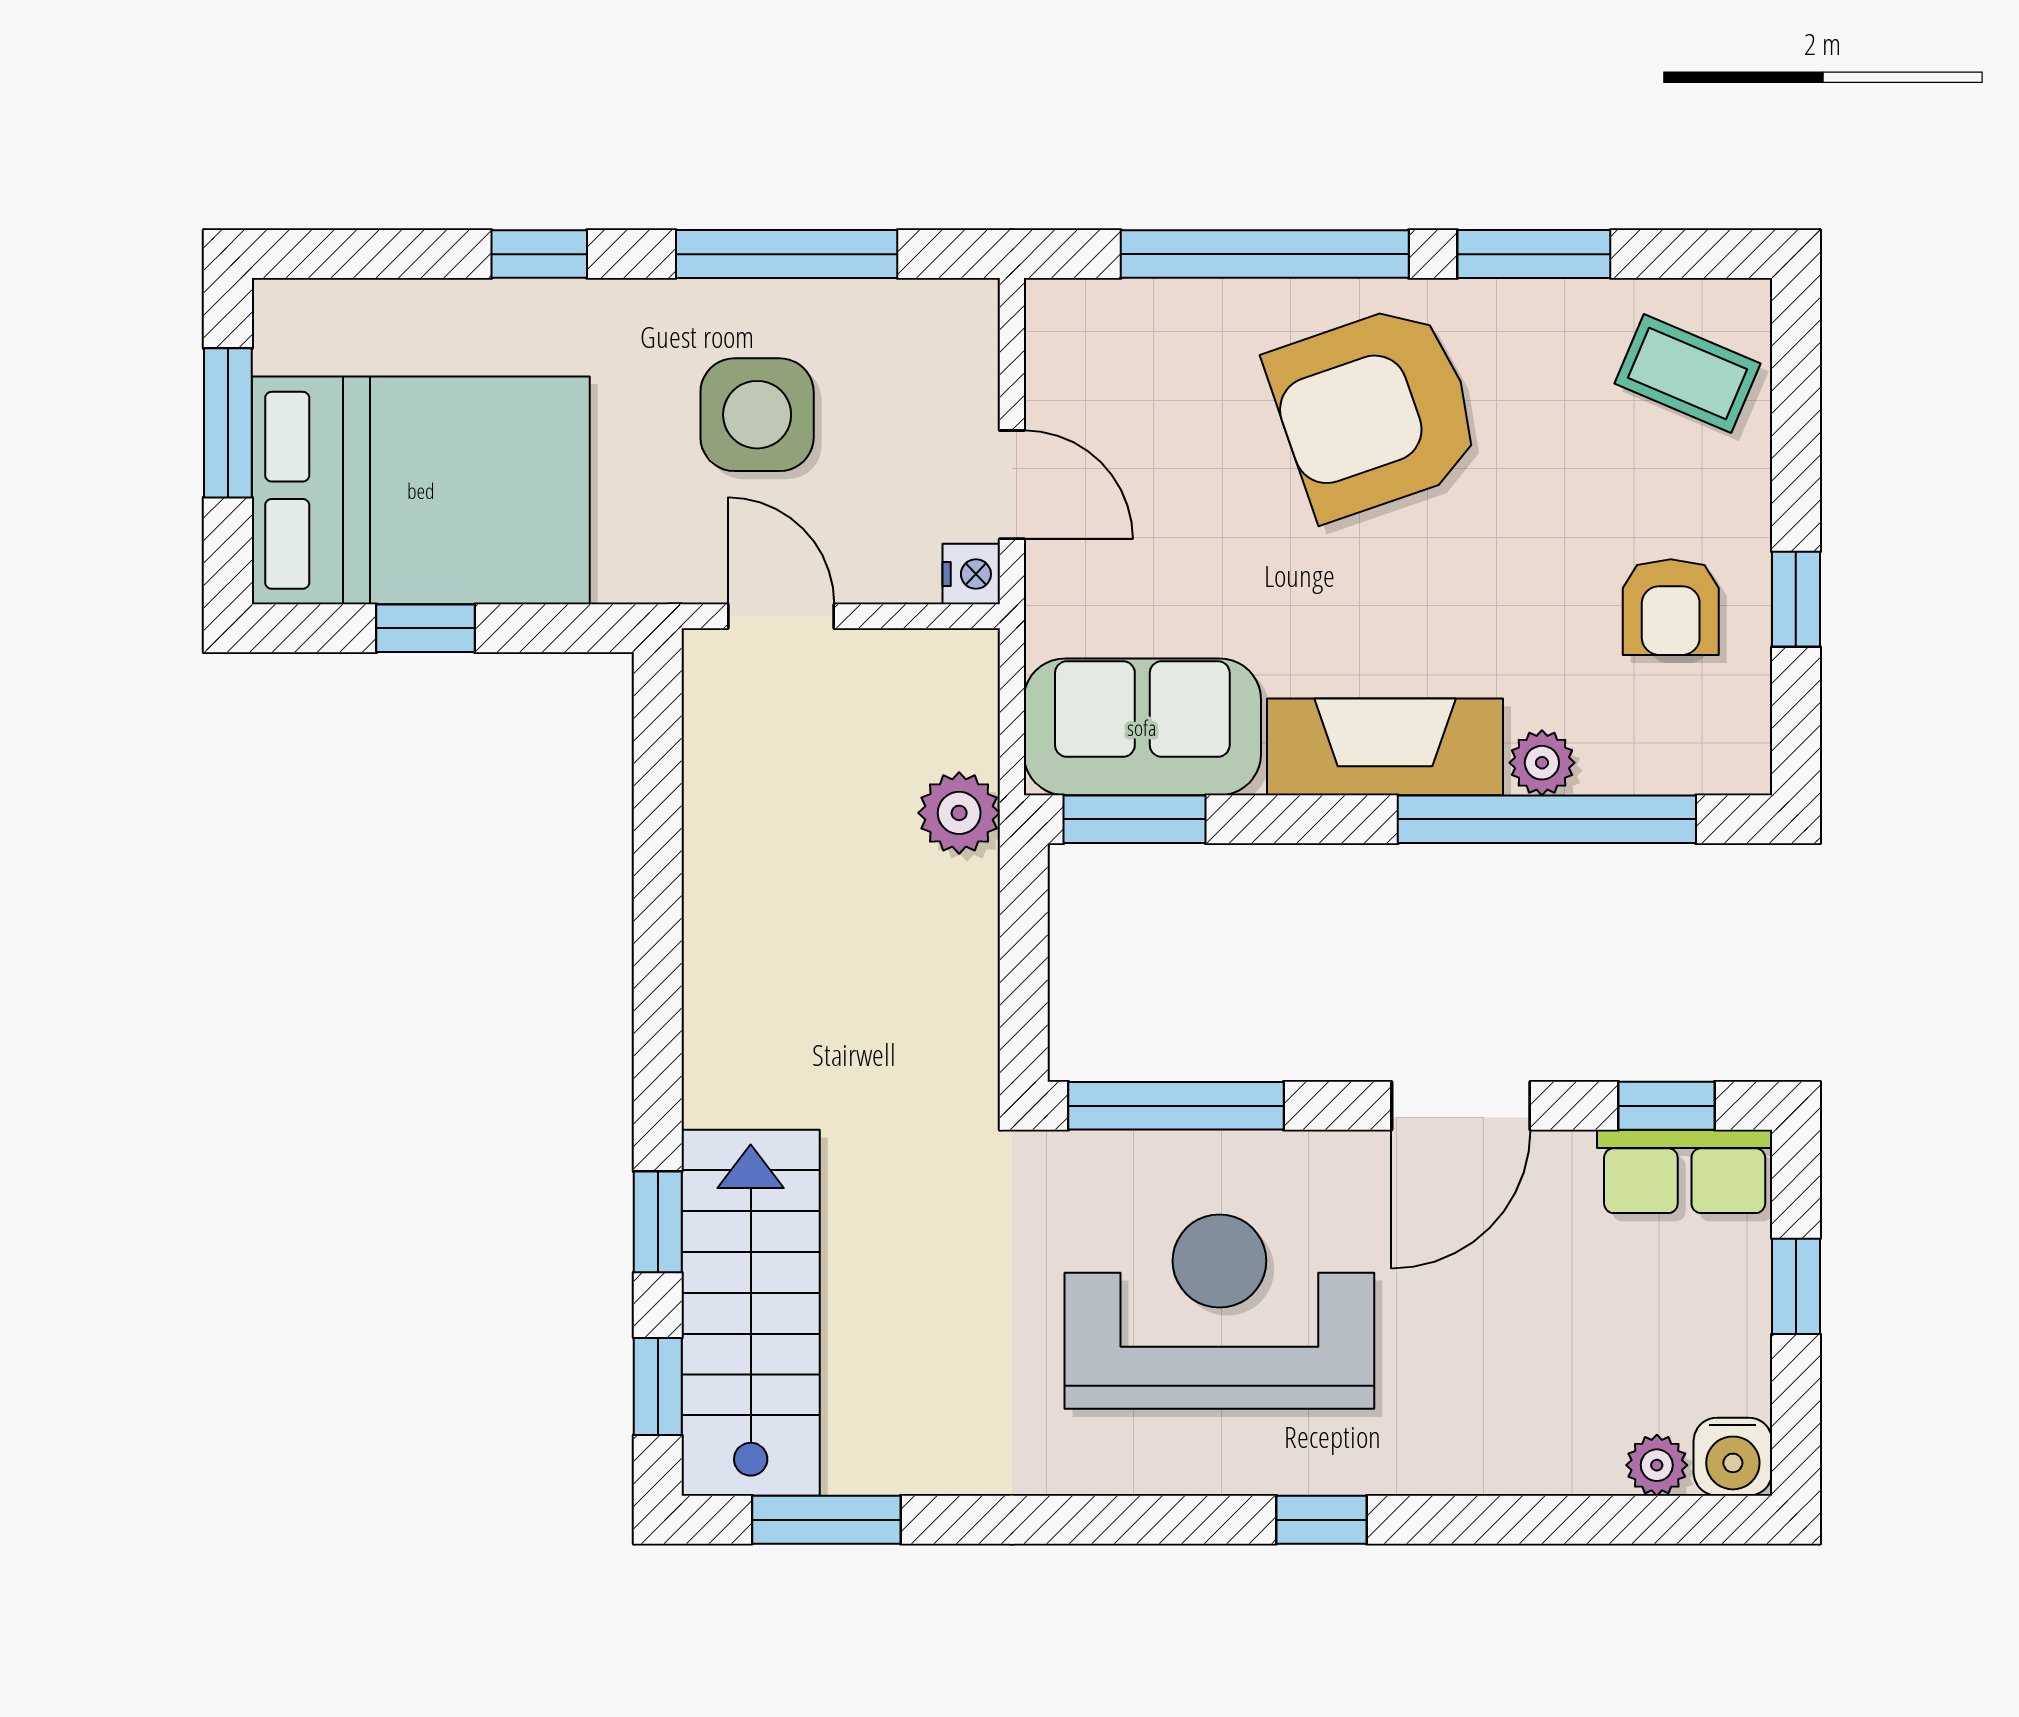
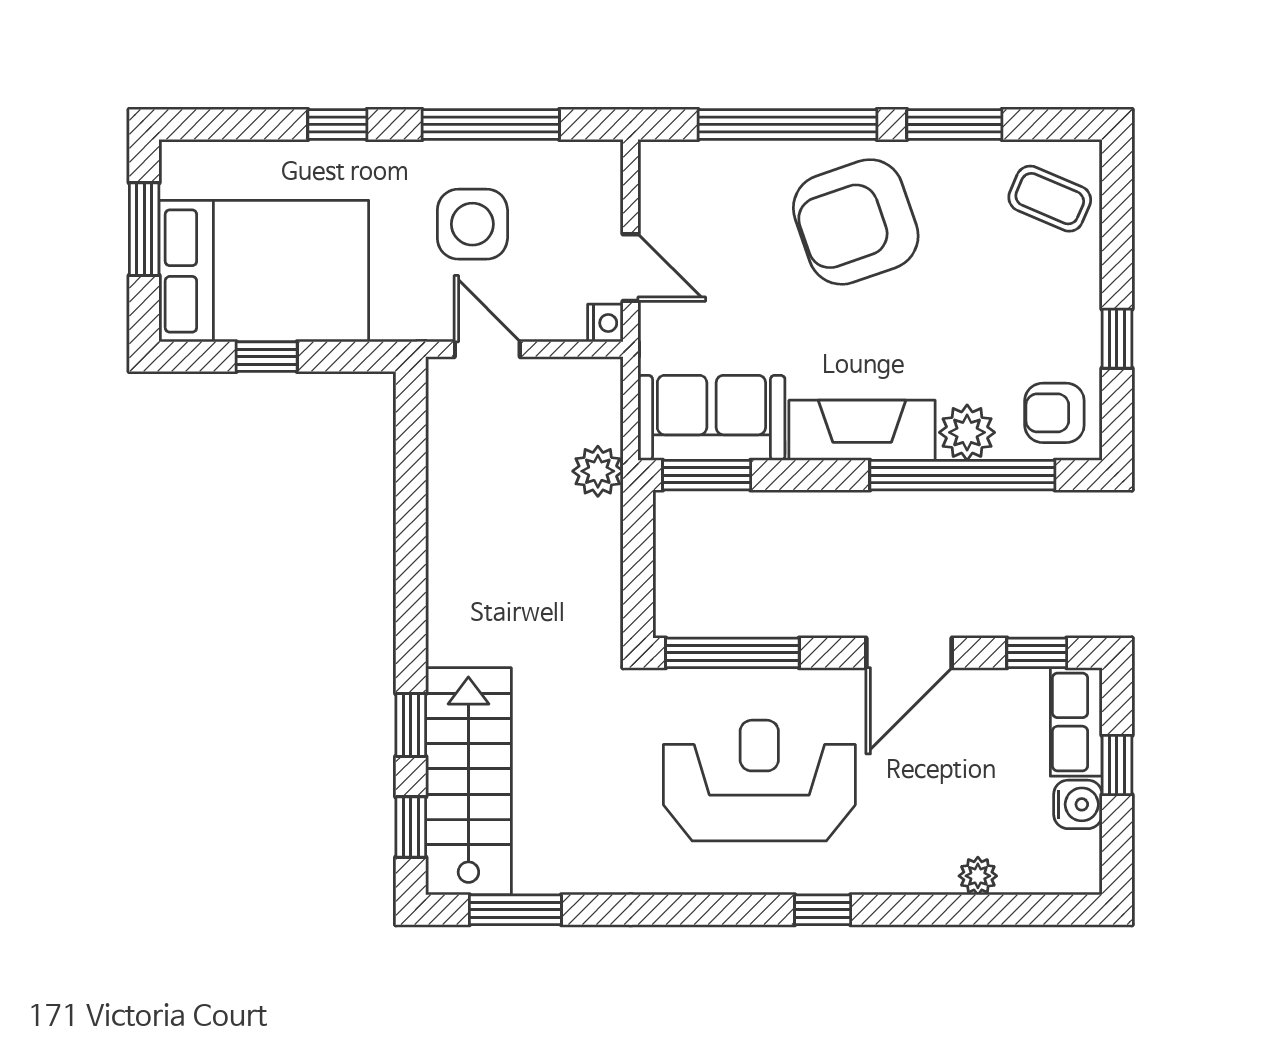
armchair: (1671, 607) -> (1054, 413), moved, turned 90
plant: (1542, 763) -> (967, 432), width x1.38, depth x1.38
row of seats: (1685, 1171) -> (1076, 722), moved, turned 90
water cooler: (1733, 1457) -> (1078, 804), moved, turned -90
plant: (1657, 1465) -> (978, 876), moved

